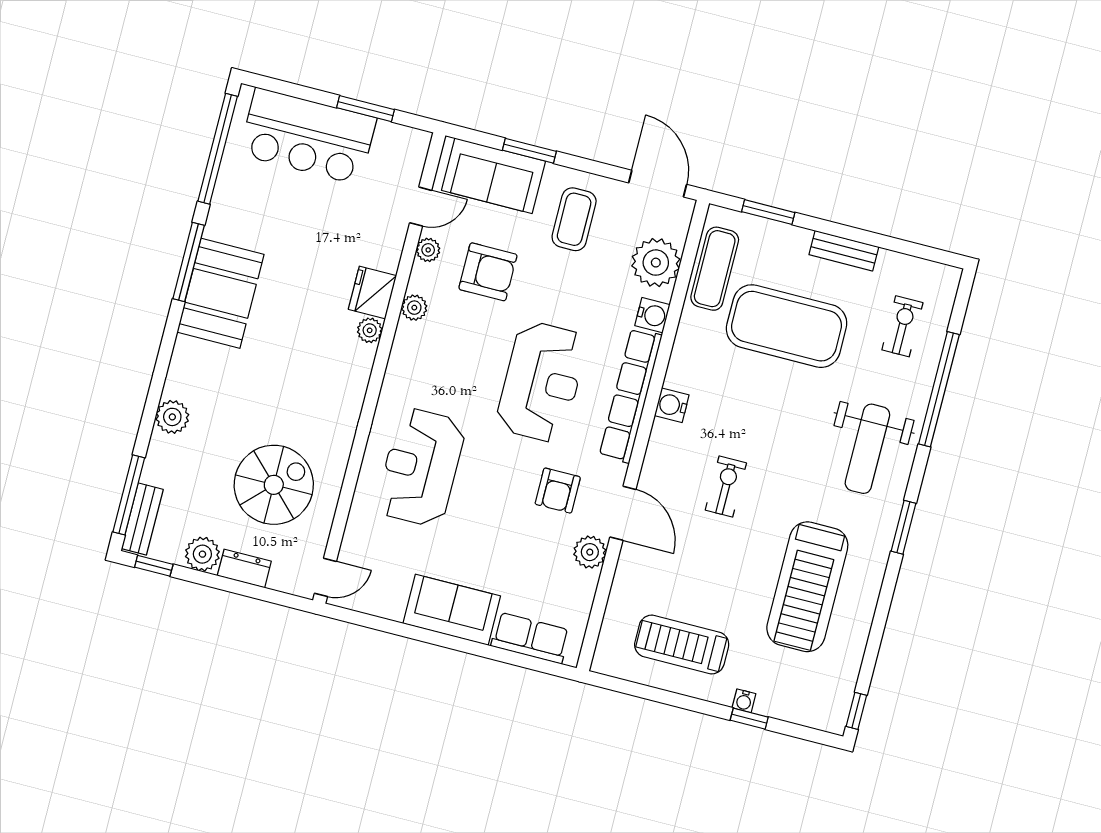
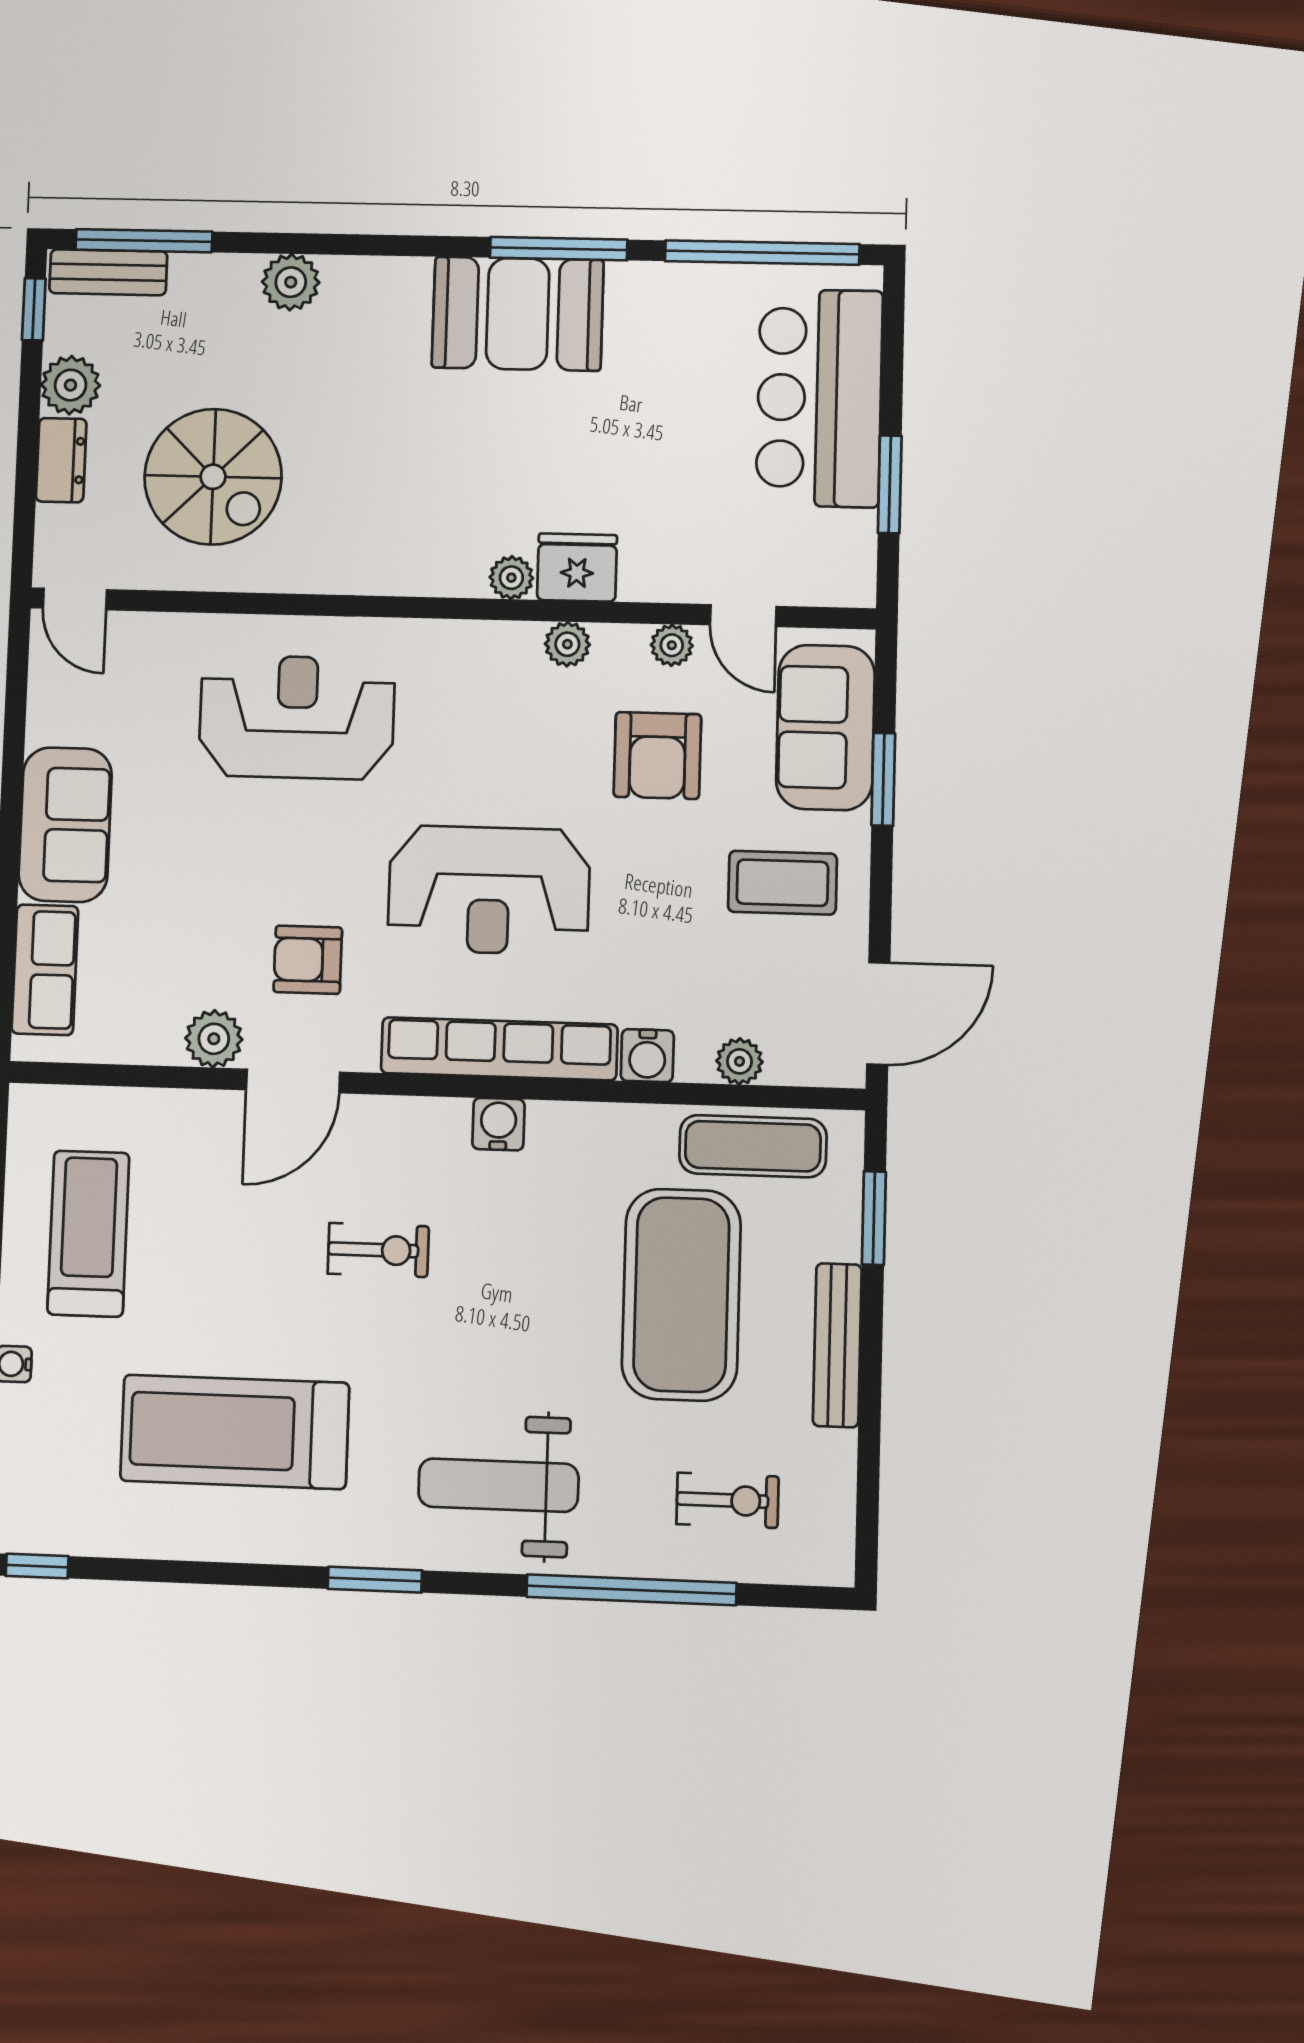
bench: (844, 251) -> (837, 1345), width x1.36
plant: (656, 263) -> (739, 1061), width x0.53, depth x0.53

